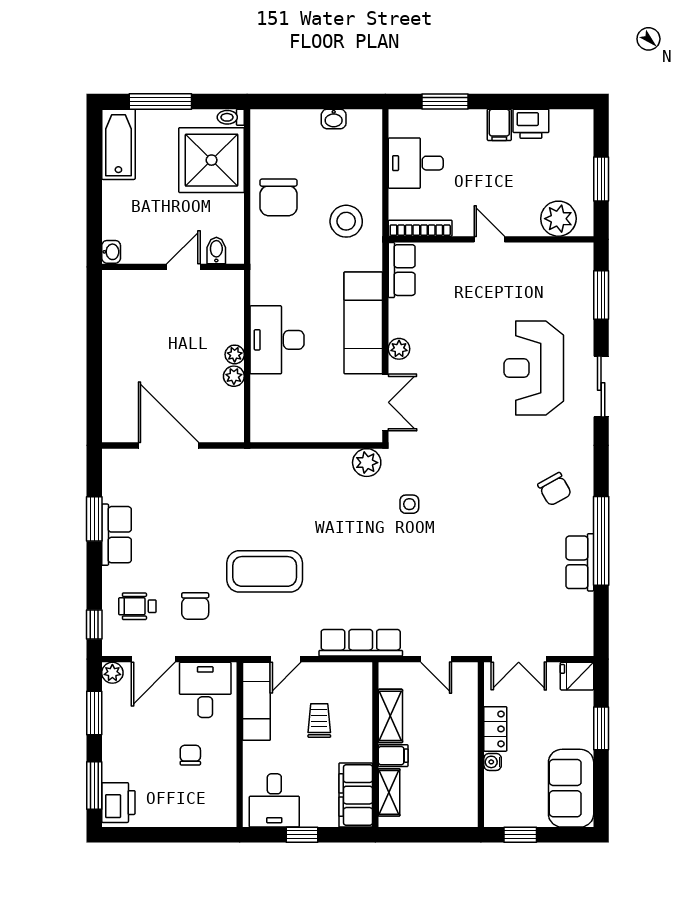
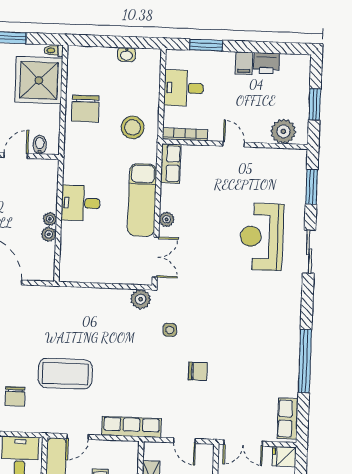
desk: (277, 340) -> (81, 203), width x0.73
chair: (555, 489) -> (198, 371), moved, turned -61
row of seats: (580, 562) -> (288, 419), moved

